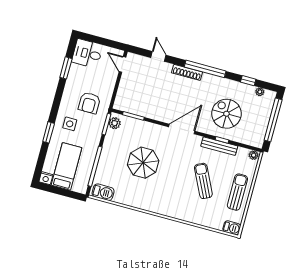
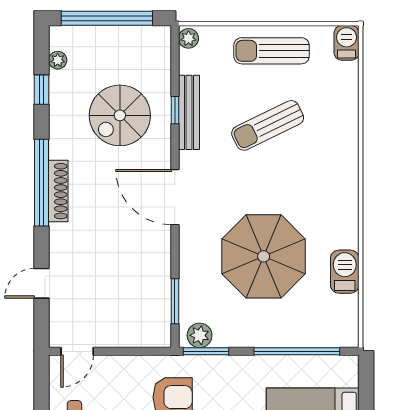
shoe rack: (187, 72) -> (58, 191), moved
parasol: (143, 163) -> (264, 256), width x1.36, depth x1.36
barbecue: (103, 192) -> (345, 272), moved

